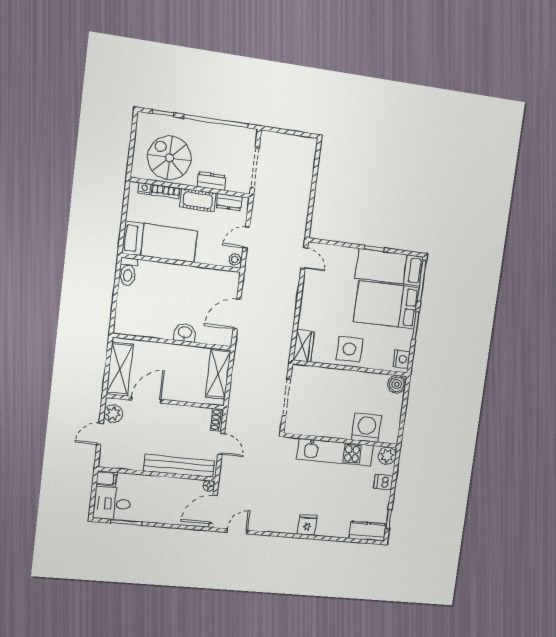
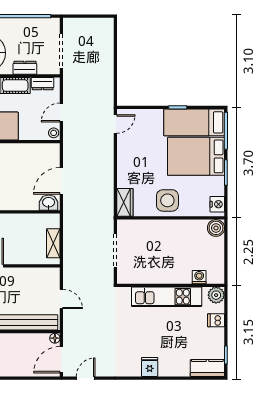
door: (304, 258) -> (115, 124), hinge flipped
washbasin: (185, 333) -> (49, 203), moved
shelving: (218, 374) -> (53, 243), width x0.67, depth x0.75
shoe rack: (217, 420) -> (55, 277), removed
washing machine: (367, 428) -> (199, 277), width x0.53, depth x0.53

